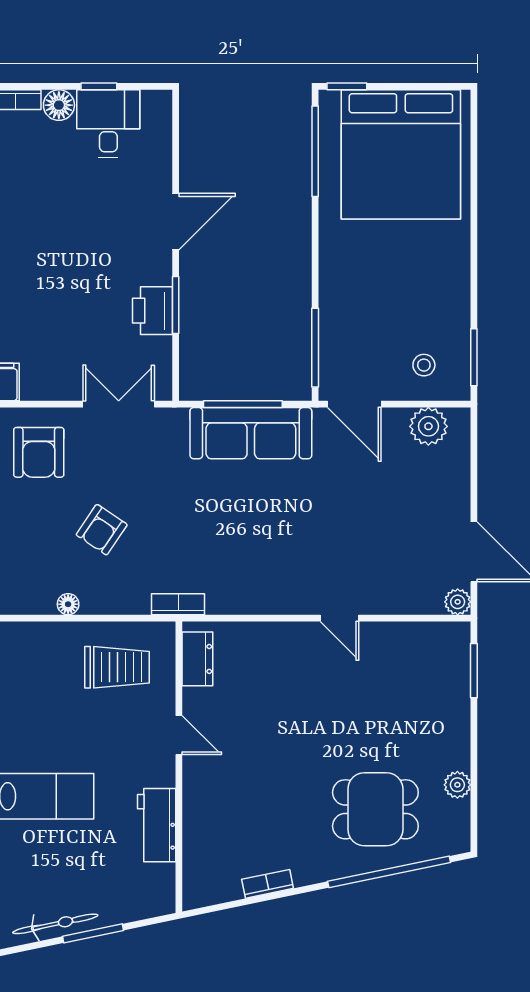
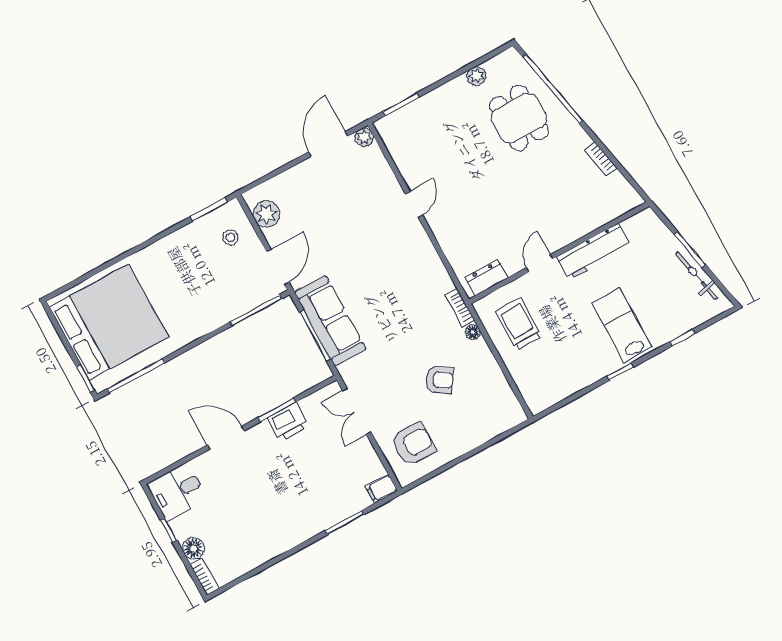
desk: (108, 123) -> (177, 492), moved
floor lamp: (68, 604) -> (473, 332), moved
workbench: (157, 825) -> (594, 251), width x1.38

